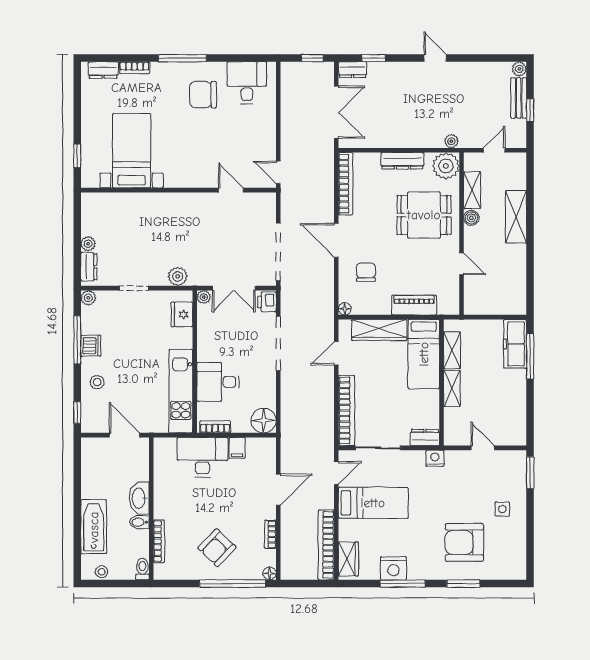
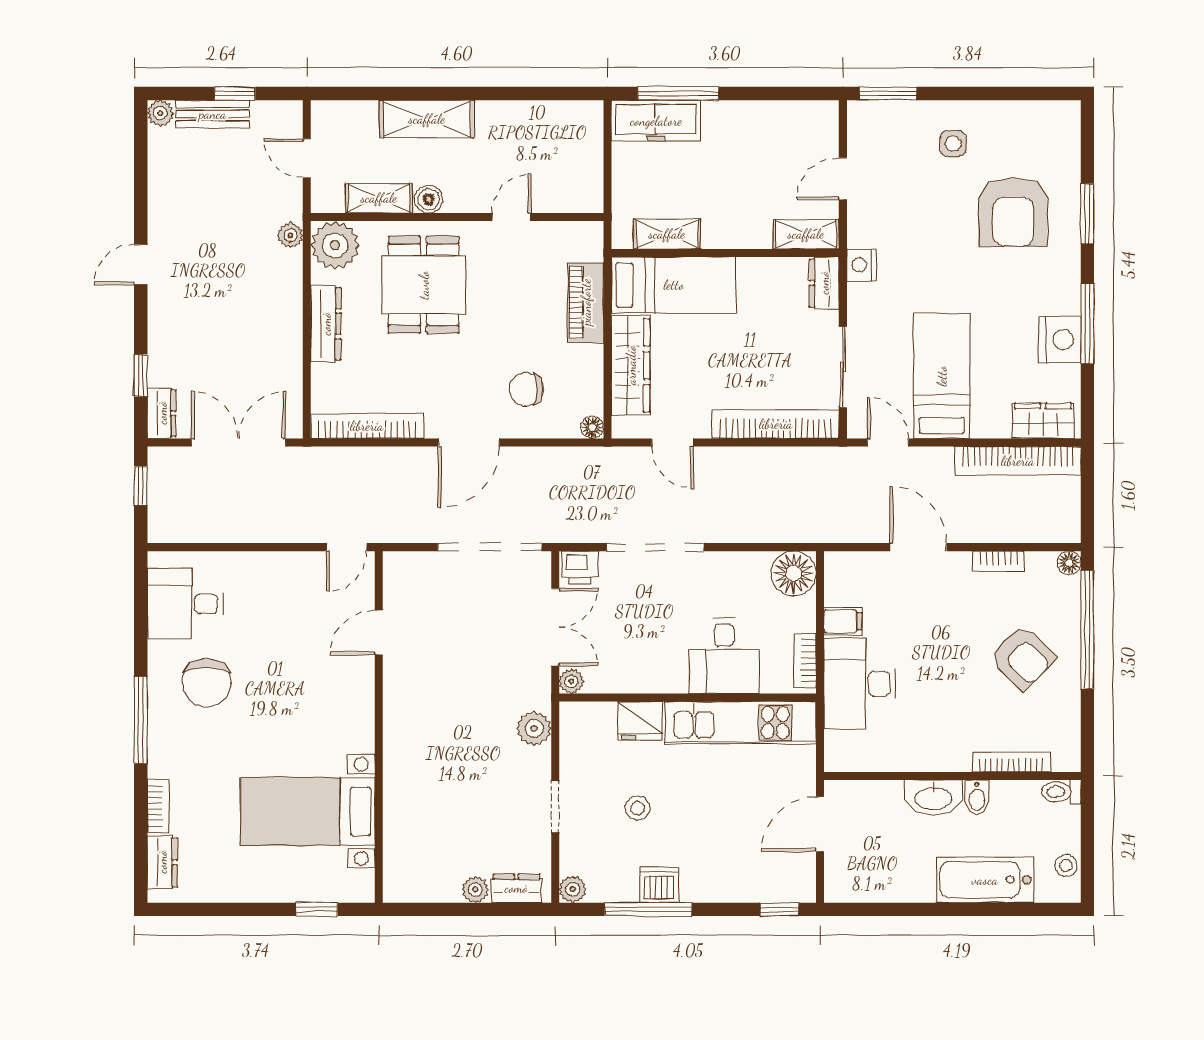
fridge: (182, 314) -> (640, 721), moved
stool: (97, 382) -> (638, 808), moved
shelving: (452, 388) -> (806, 234), moved

